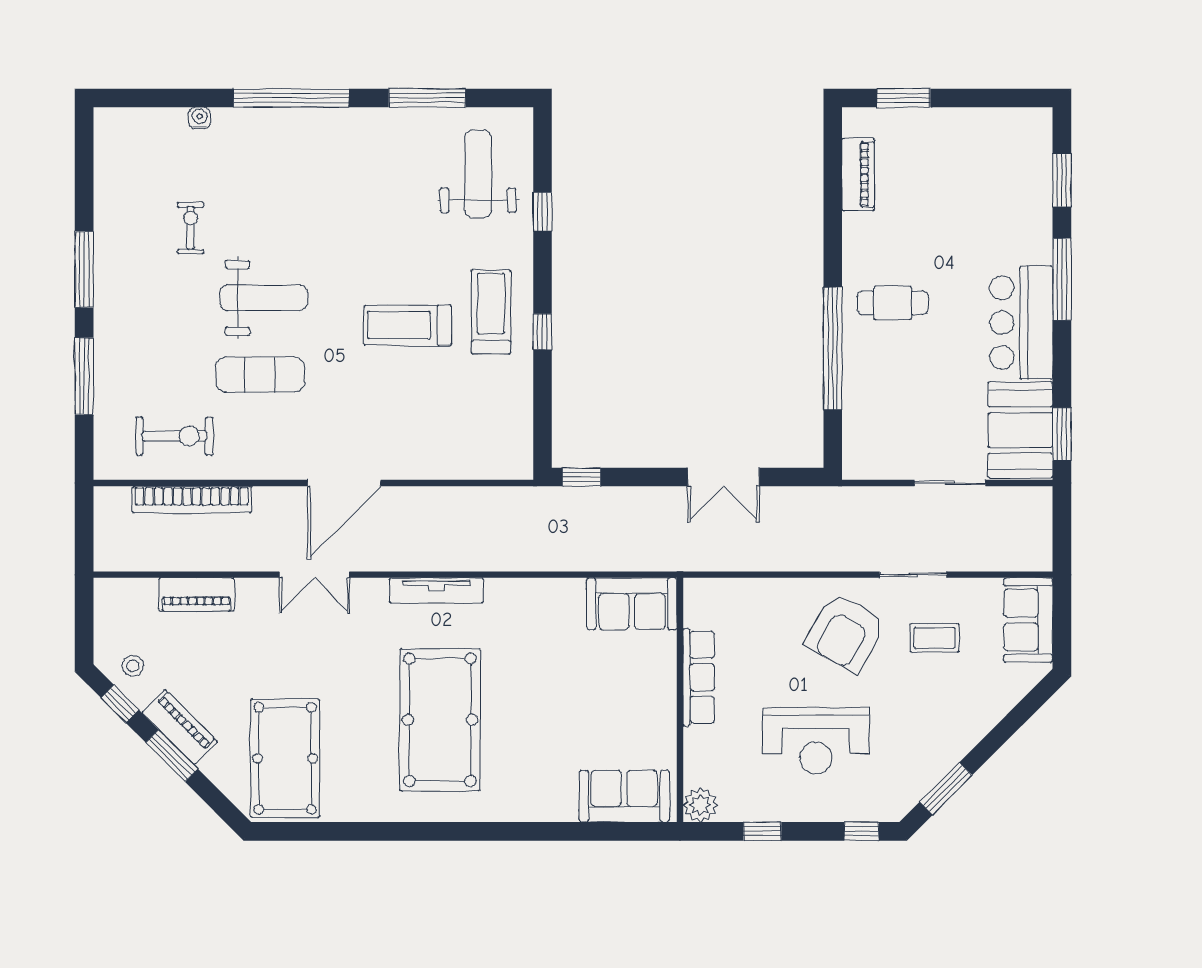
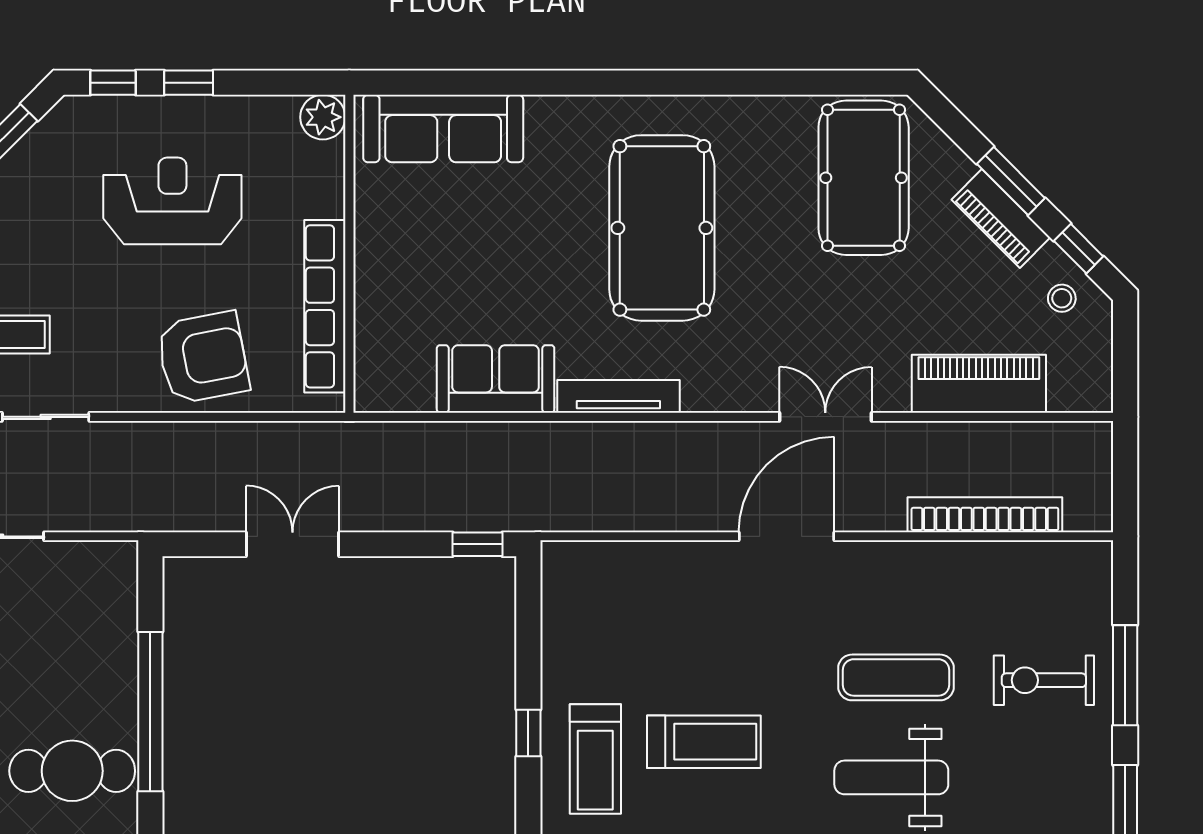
cafe table: (893, 303) -> (72, 771), width x1.37, depth x1.35
exercise bike: (175, 436) -> (1044, 680), moved
tv unit: (436, 590) -> (618, 396), moved
piano: (197, 595) -> (979, 384), width x1.37, depth x1.33
sofa: (632, 604) -> (496, 379), moved
armchair: (845, 633) -> (203, 358), moved, turned 50
row of seats: (699, 677) -> (325, 306), width x1.36
sofa: (624, 796) -> (443, 129), width x1.36
window: (762, 831) -> (189, 83), moved

